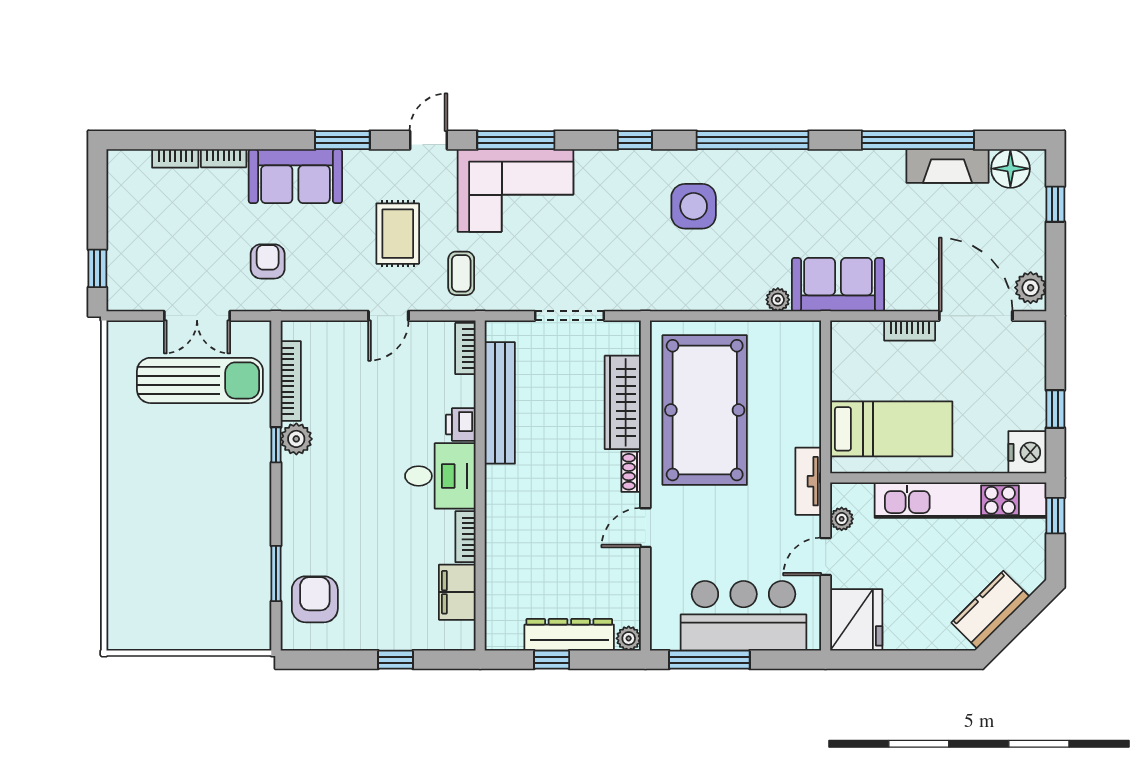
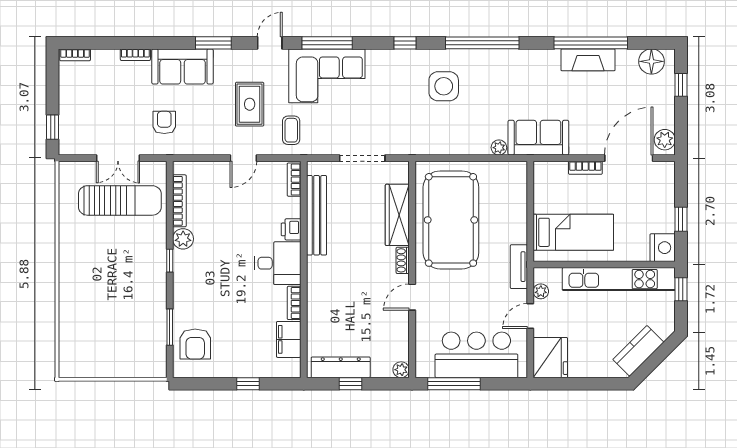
bookcase: (175, 158) -> (75, 55), moved
fireplace: (948, 166) -> (588, 60), moved
door: (976, 316) -> (629, 158), hinge flipped
window: (276, 445) -> (170, 261), moved
armchair: (315, 599) -> (195, 344), turned 180
dresser: (569, 635) -> (341, 367), moved

